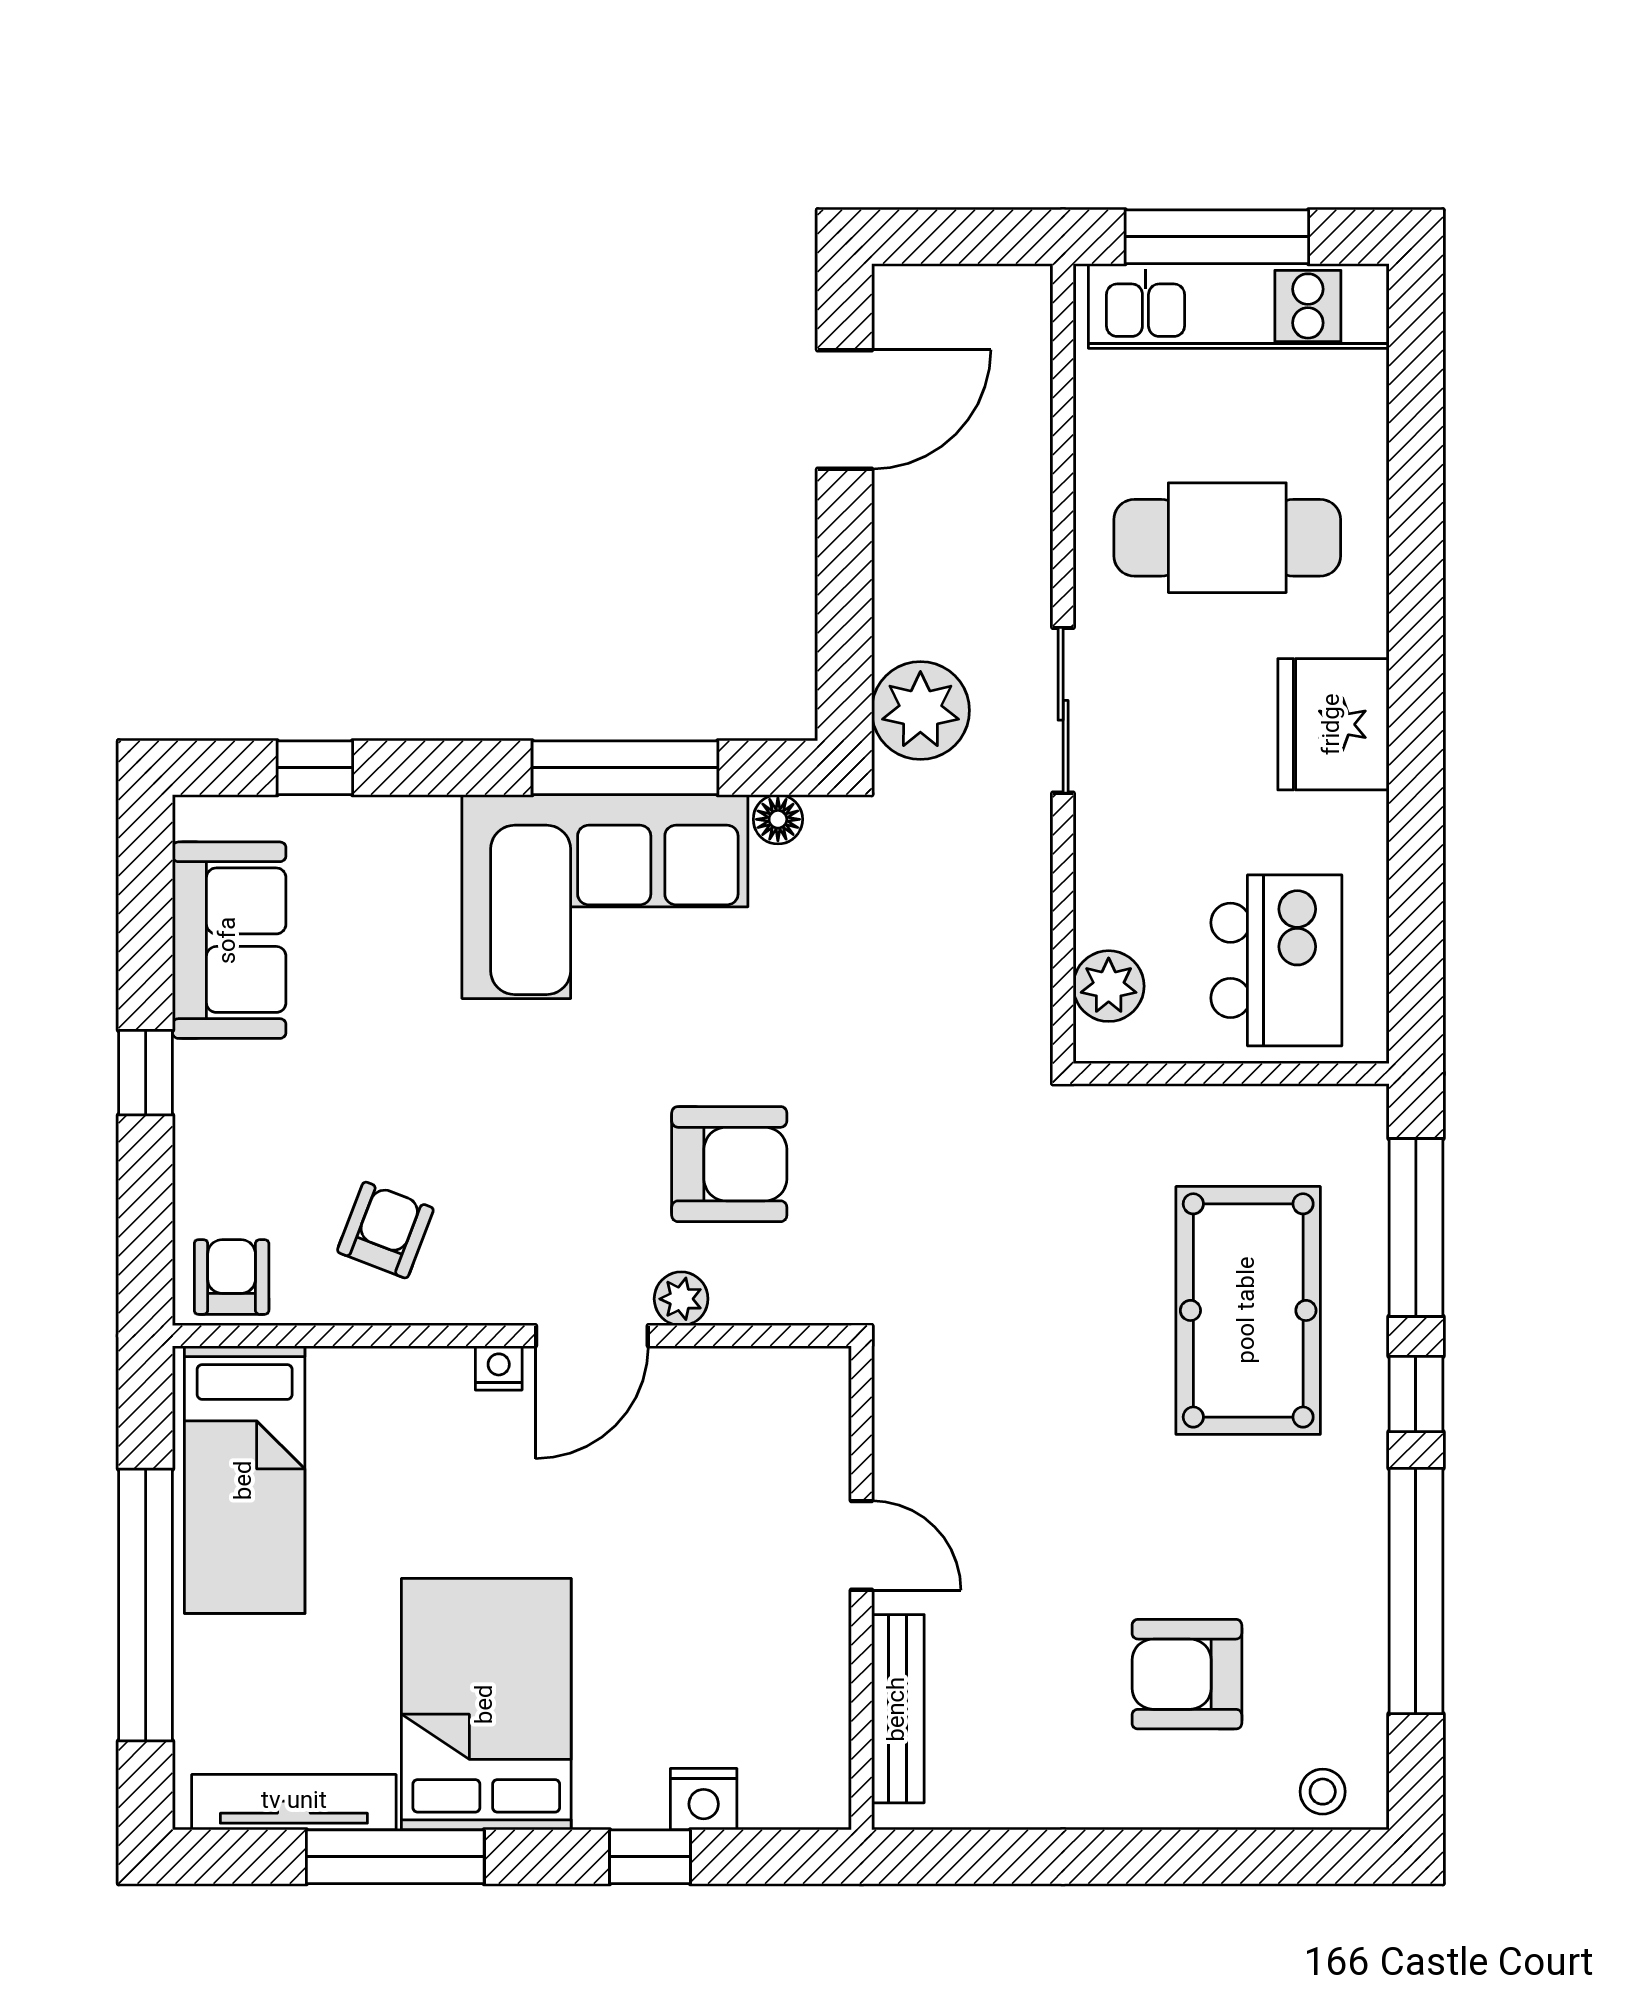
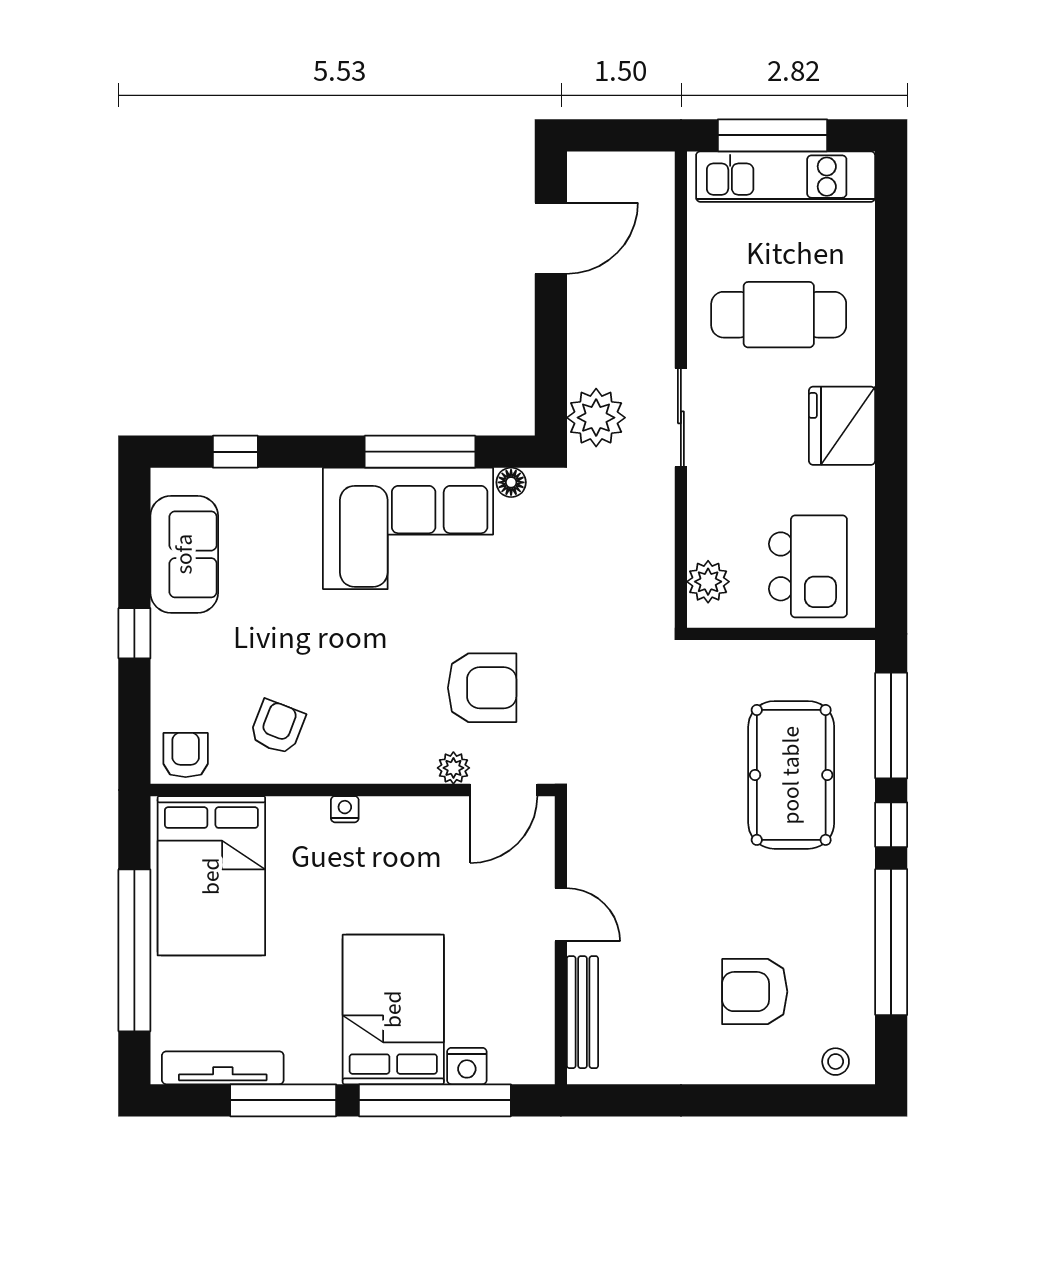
door: (592, 1336) -> (504, 790), moved
bed: (245, 1480) -> (211, 876), width x1.50
bed: (486, 1704) -> (393, 1009), moved
window: (650, 1857) -> (435, 1100), width x3.17

